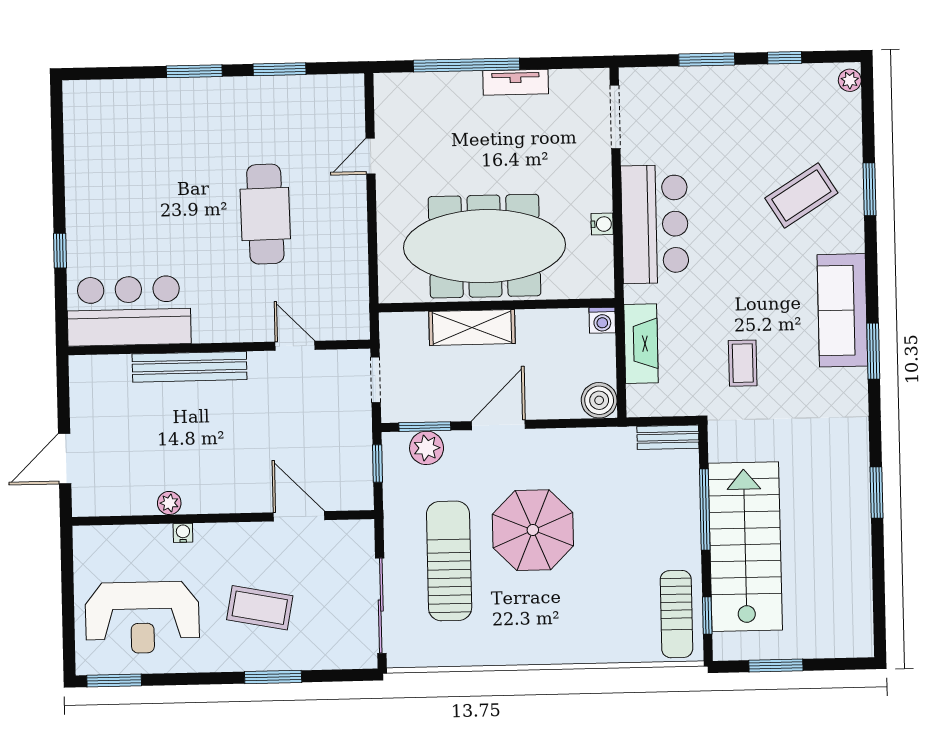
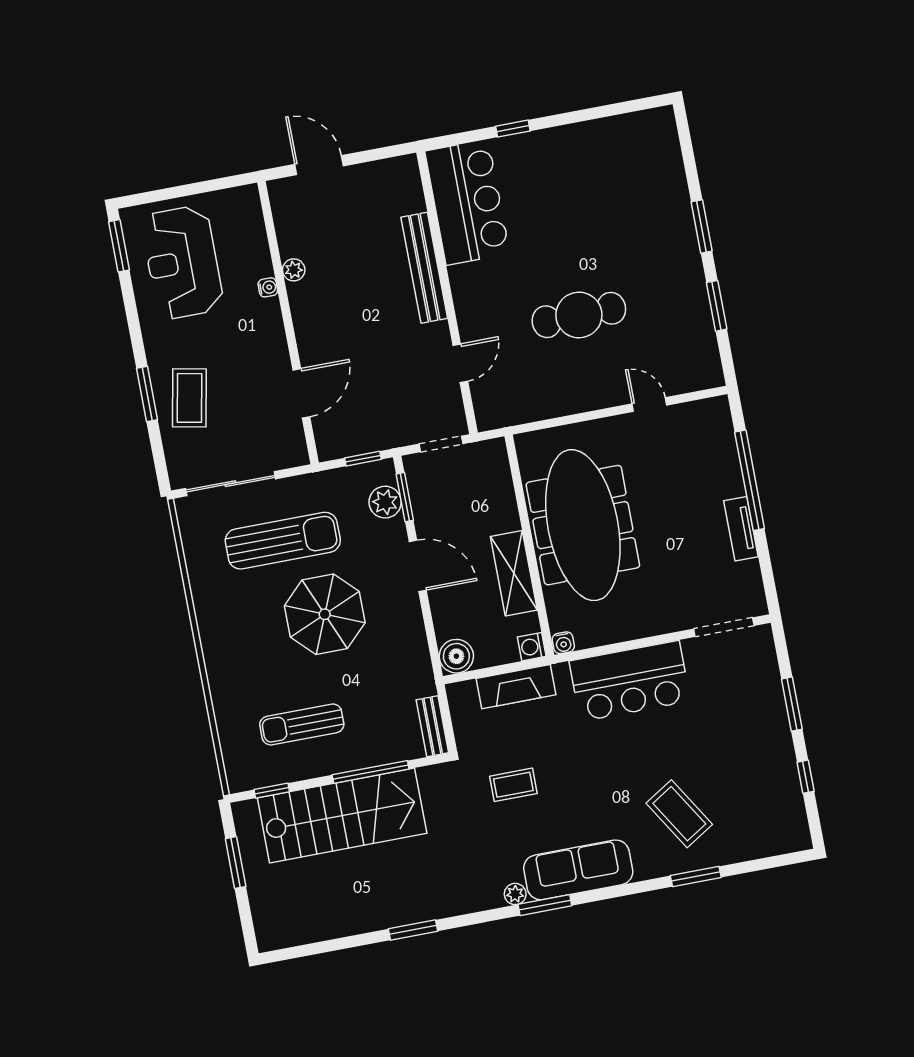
plant: (850, 80) -> (515, 894), moved
water cooler: (602, 224) -> (563, 643), moved
shelving: (472, 327) -> (514, 573), moved
coffee table: (260, 608) -> (189, 398), moved
sun lounger: (676, 614) -> (302, 724), moved

